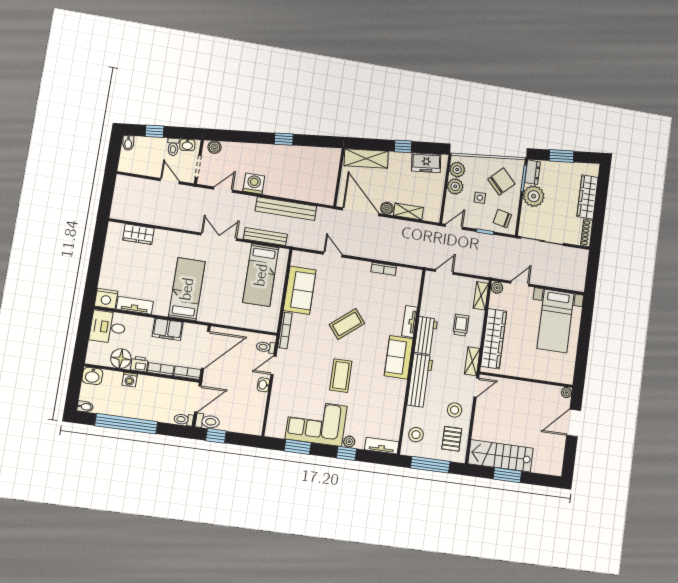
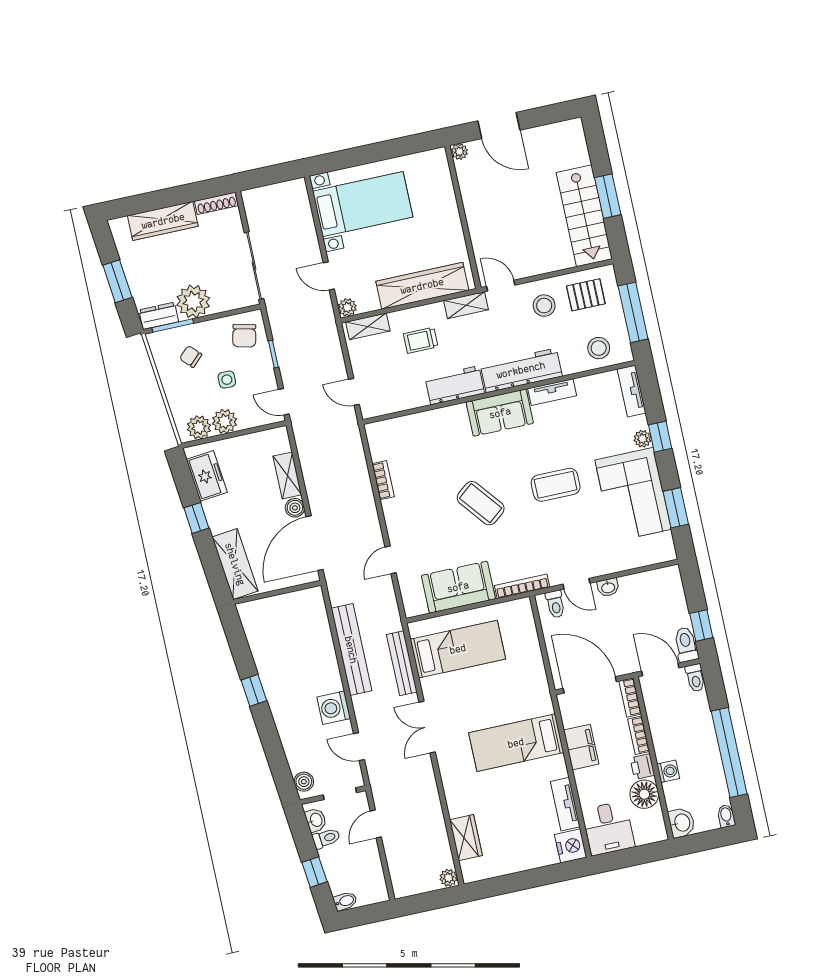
chair: (501, 182) -> (191, 357), width x0.54, depth x0.54
plant: (117, 213) -> (449, 878), added
tv unit: (410, 321) -> (552, 392), moved

